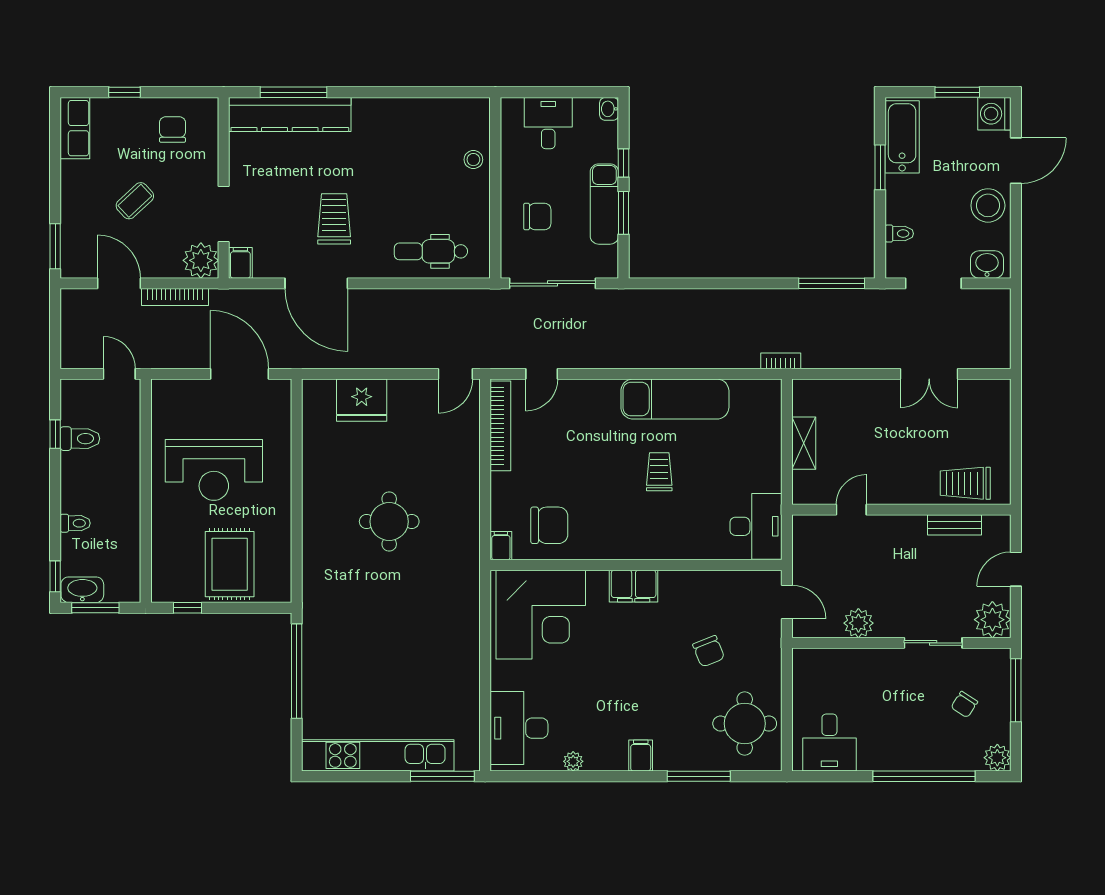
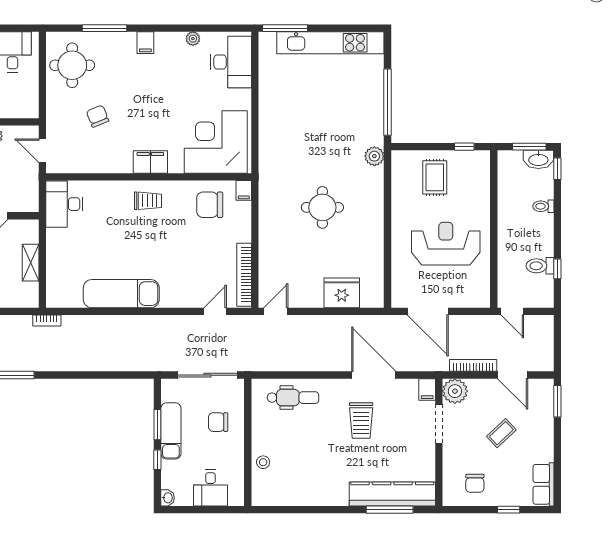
trolley: (659, 472) -> (148, 201), moved, turned -90
rug: (230, 564) -> (435, 177), width x0.73, depth x0.70
plant: (315, 594) -> (374, 156), added

